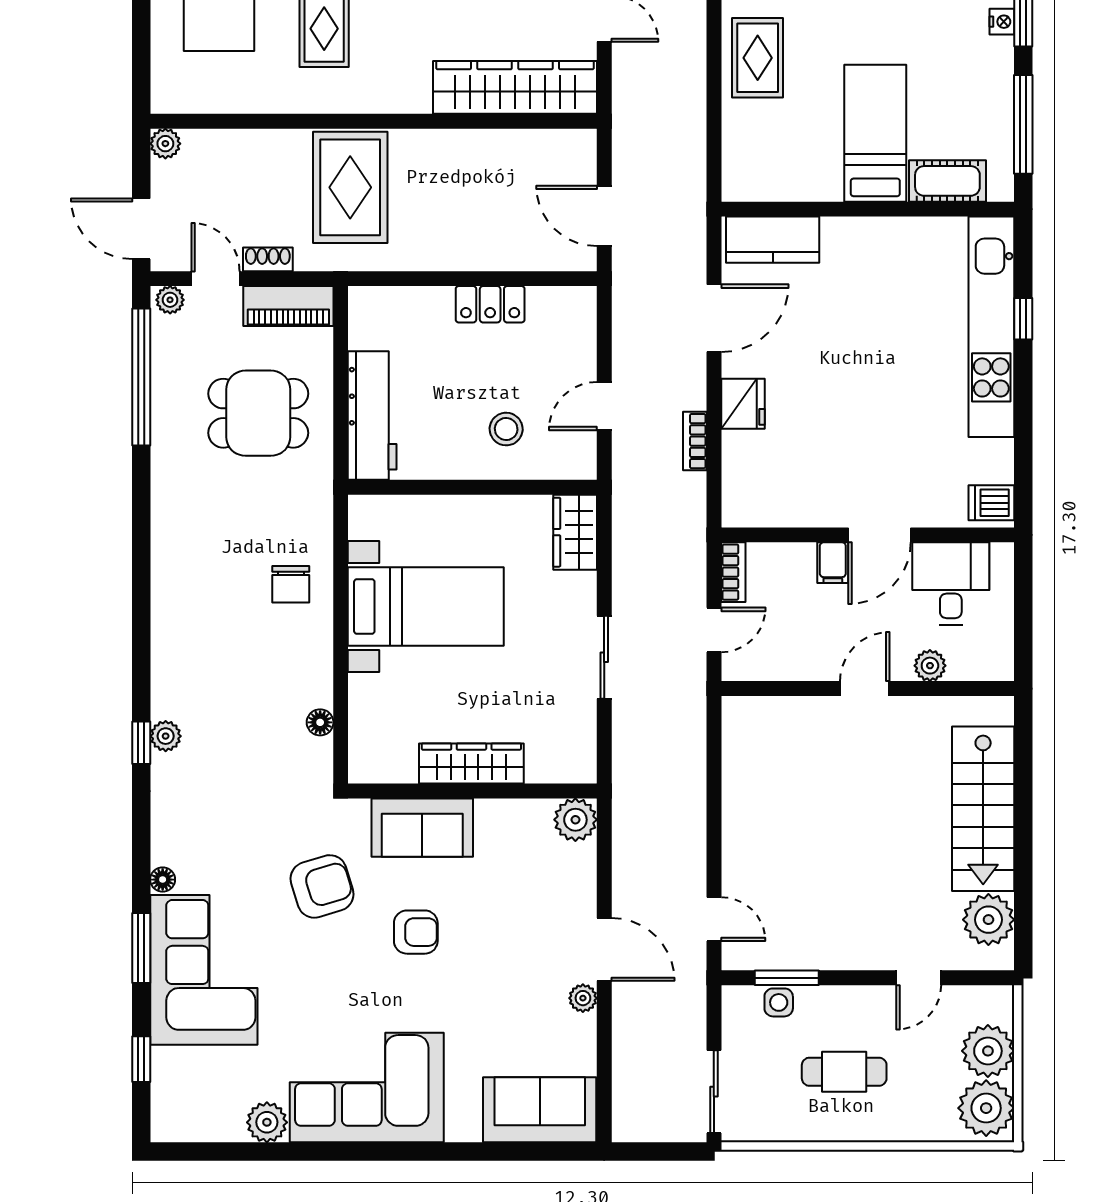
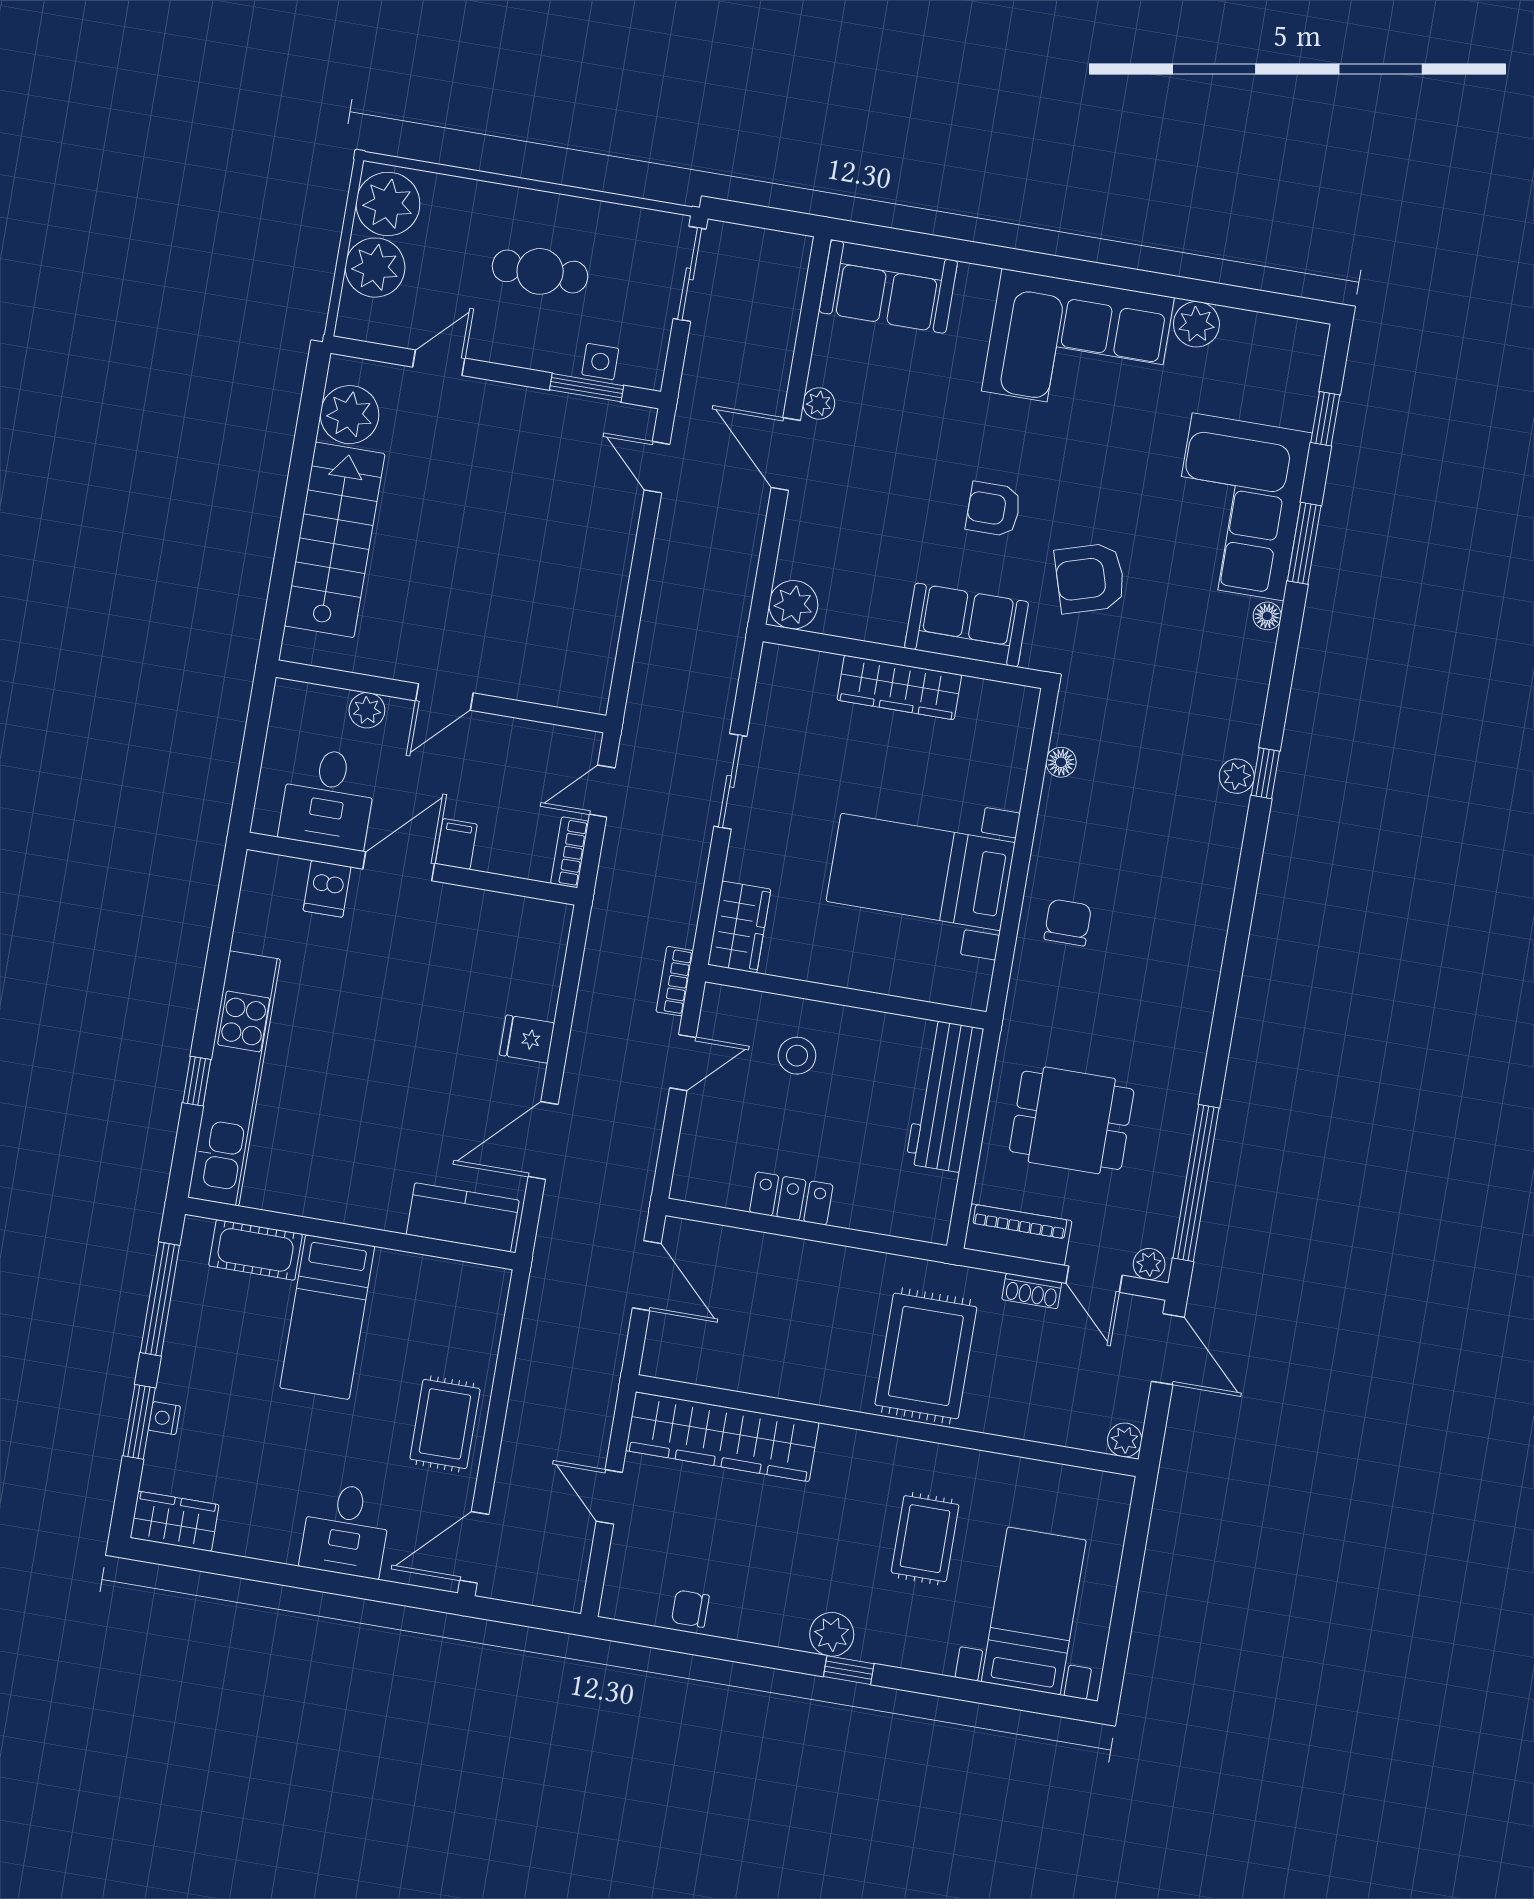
fridge: (743, 404) -> (527, 1039), width x0.72
bookcase: (695, 441) -> (675, 981), moved, turned 180
dishwasher: (991, 503) -> (327, 889), moved, turned 90

